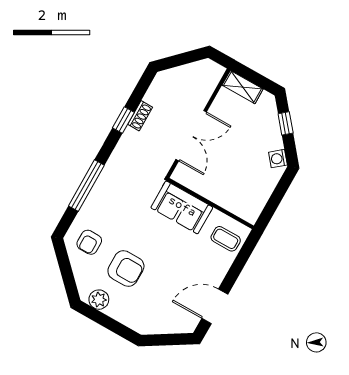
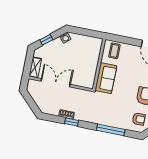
double door: (191, 136) -> (56, 83), moved

